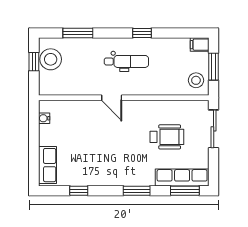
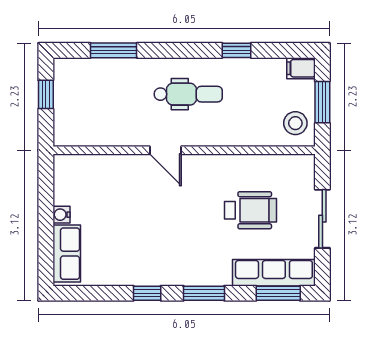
window: (142, 33) -> (237, 50), moved
stool: (51, 59) -> (72, 91), removed
water cooler: (44, 118) -> (61, 215), moved
sliding door: (214, 129) -> (322, 219), moved
window: (79, 191) -> (147, 293), moved

